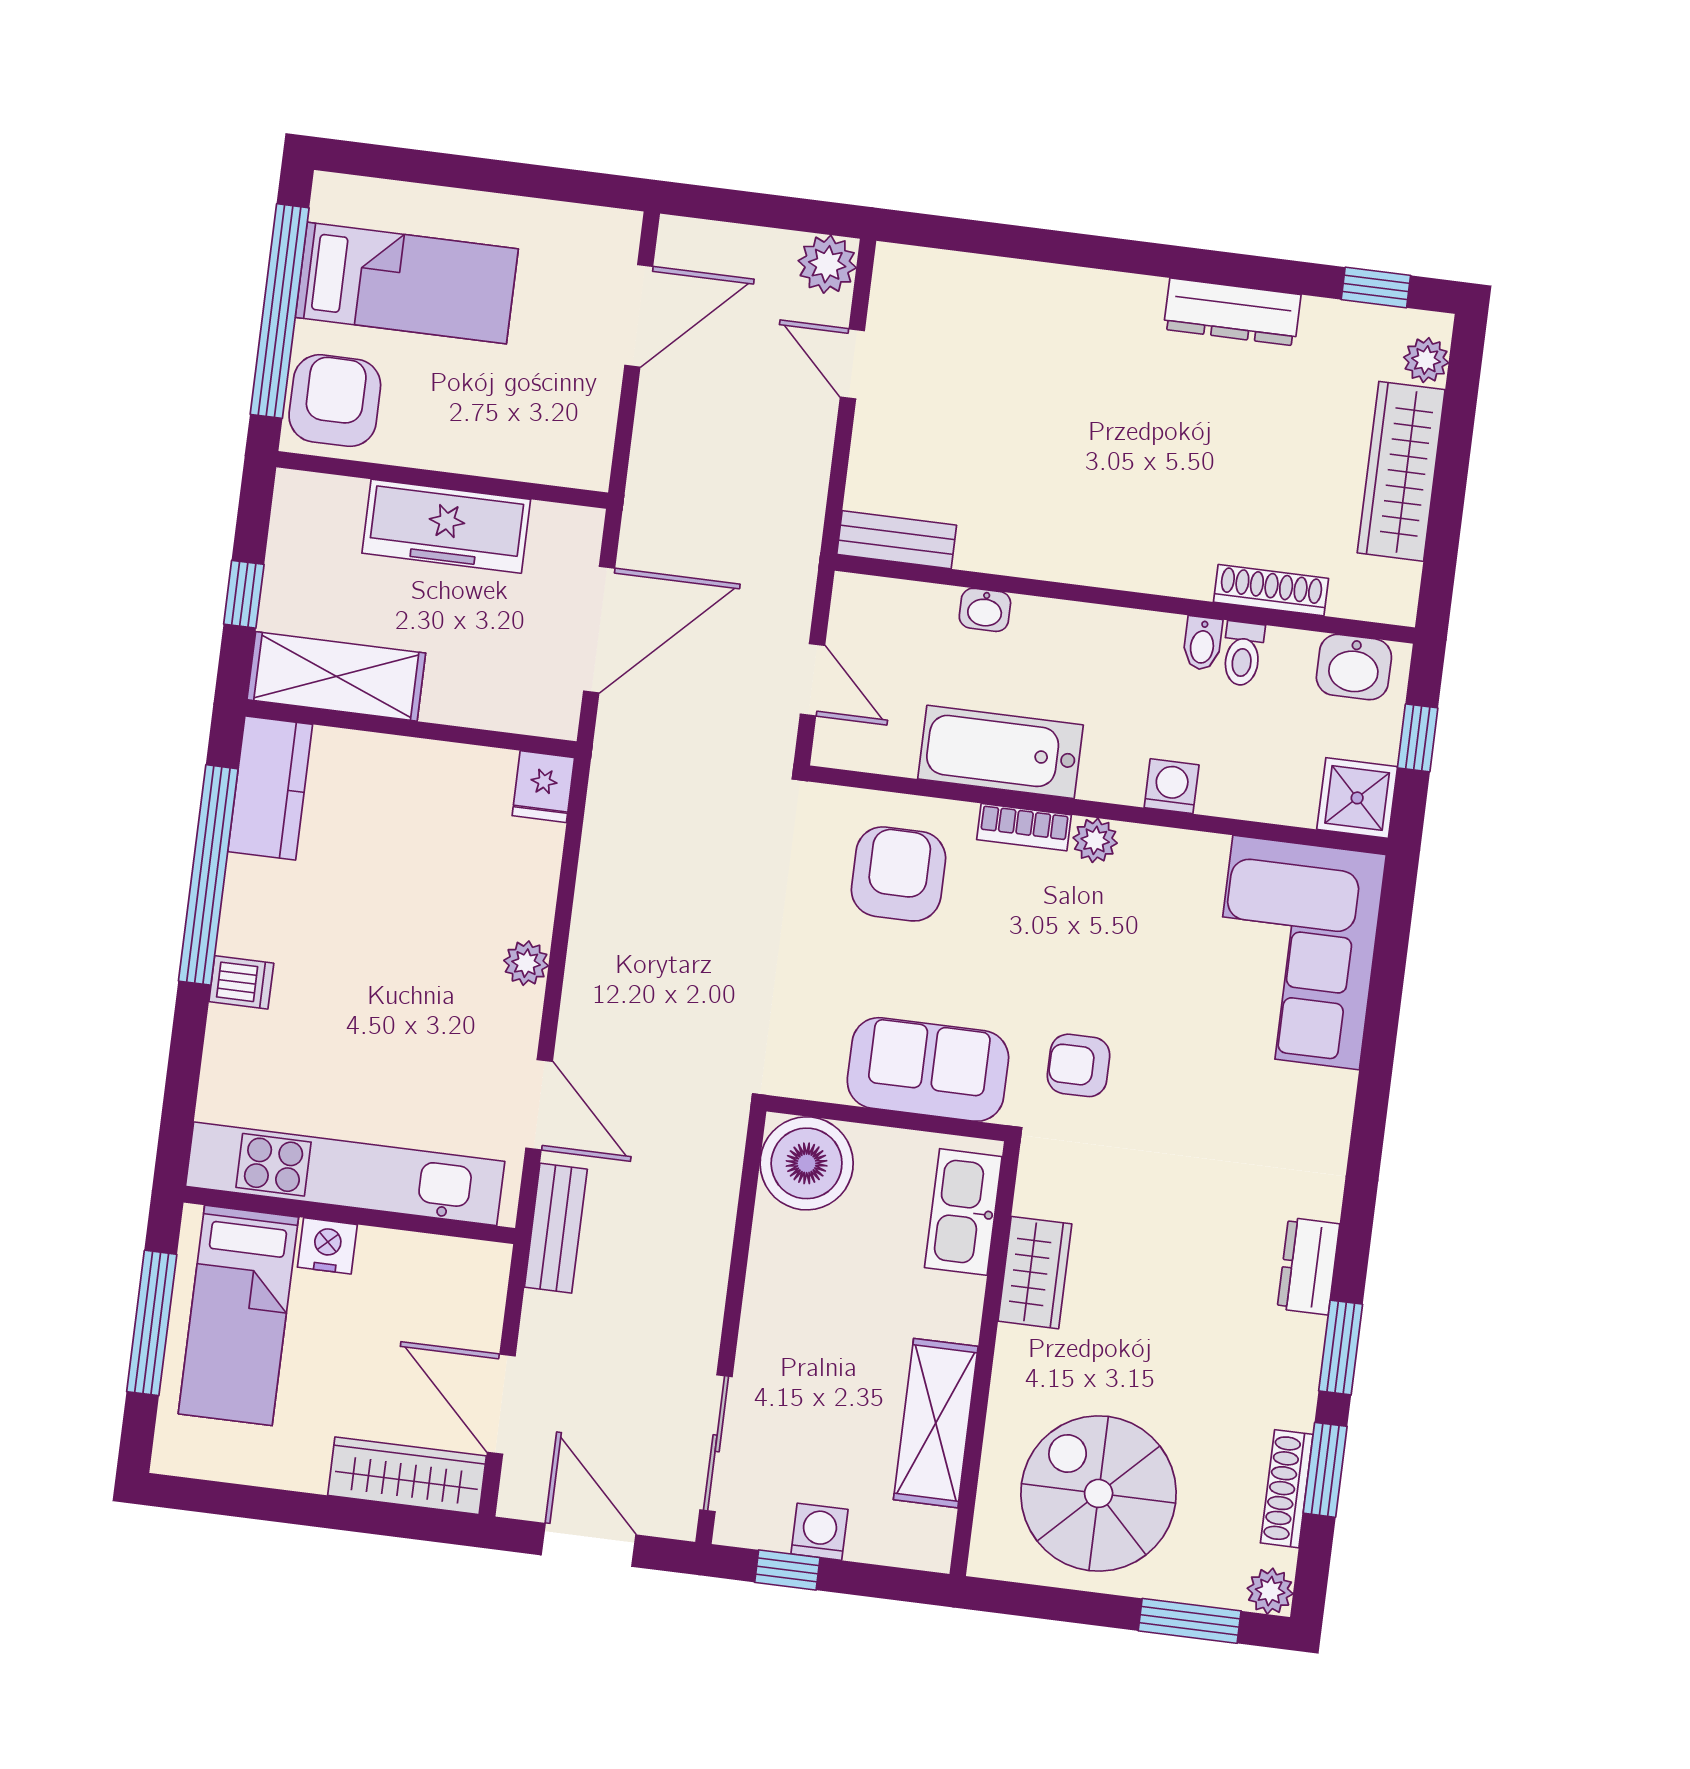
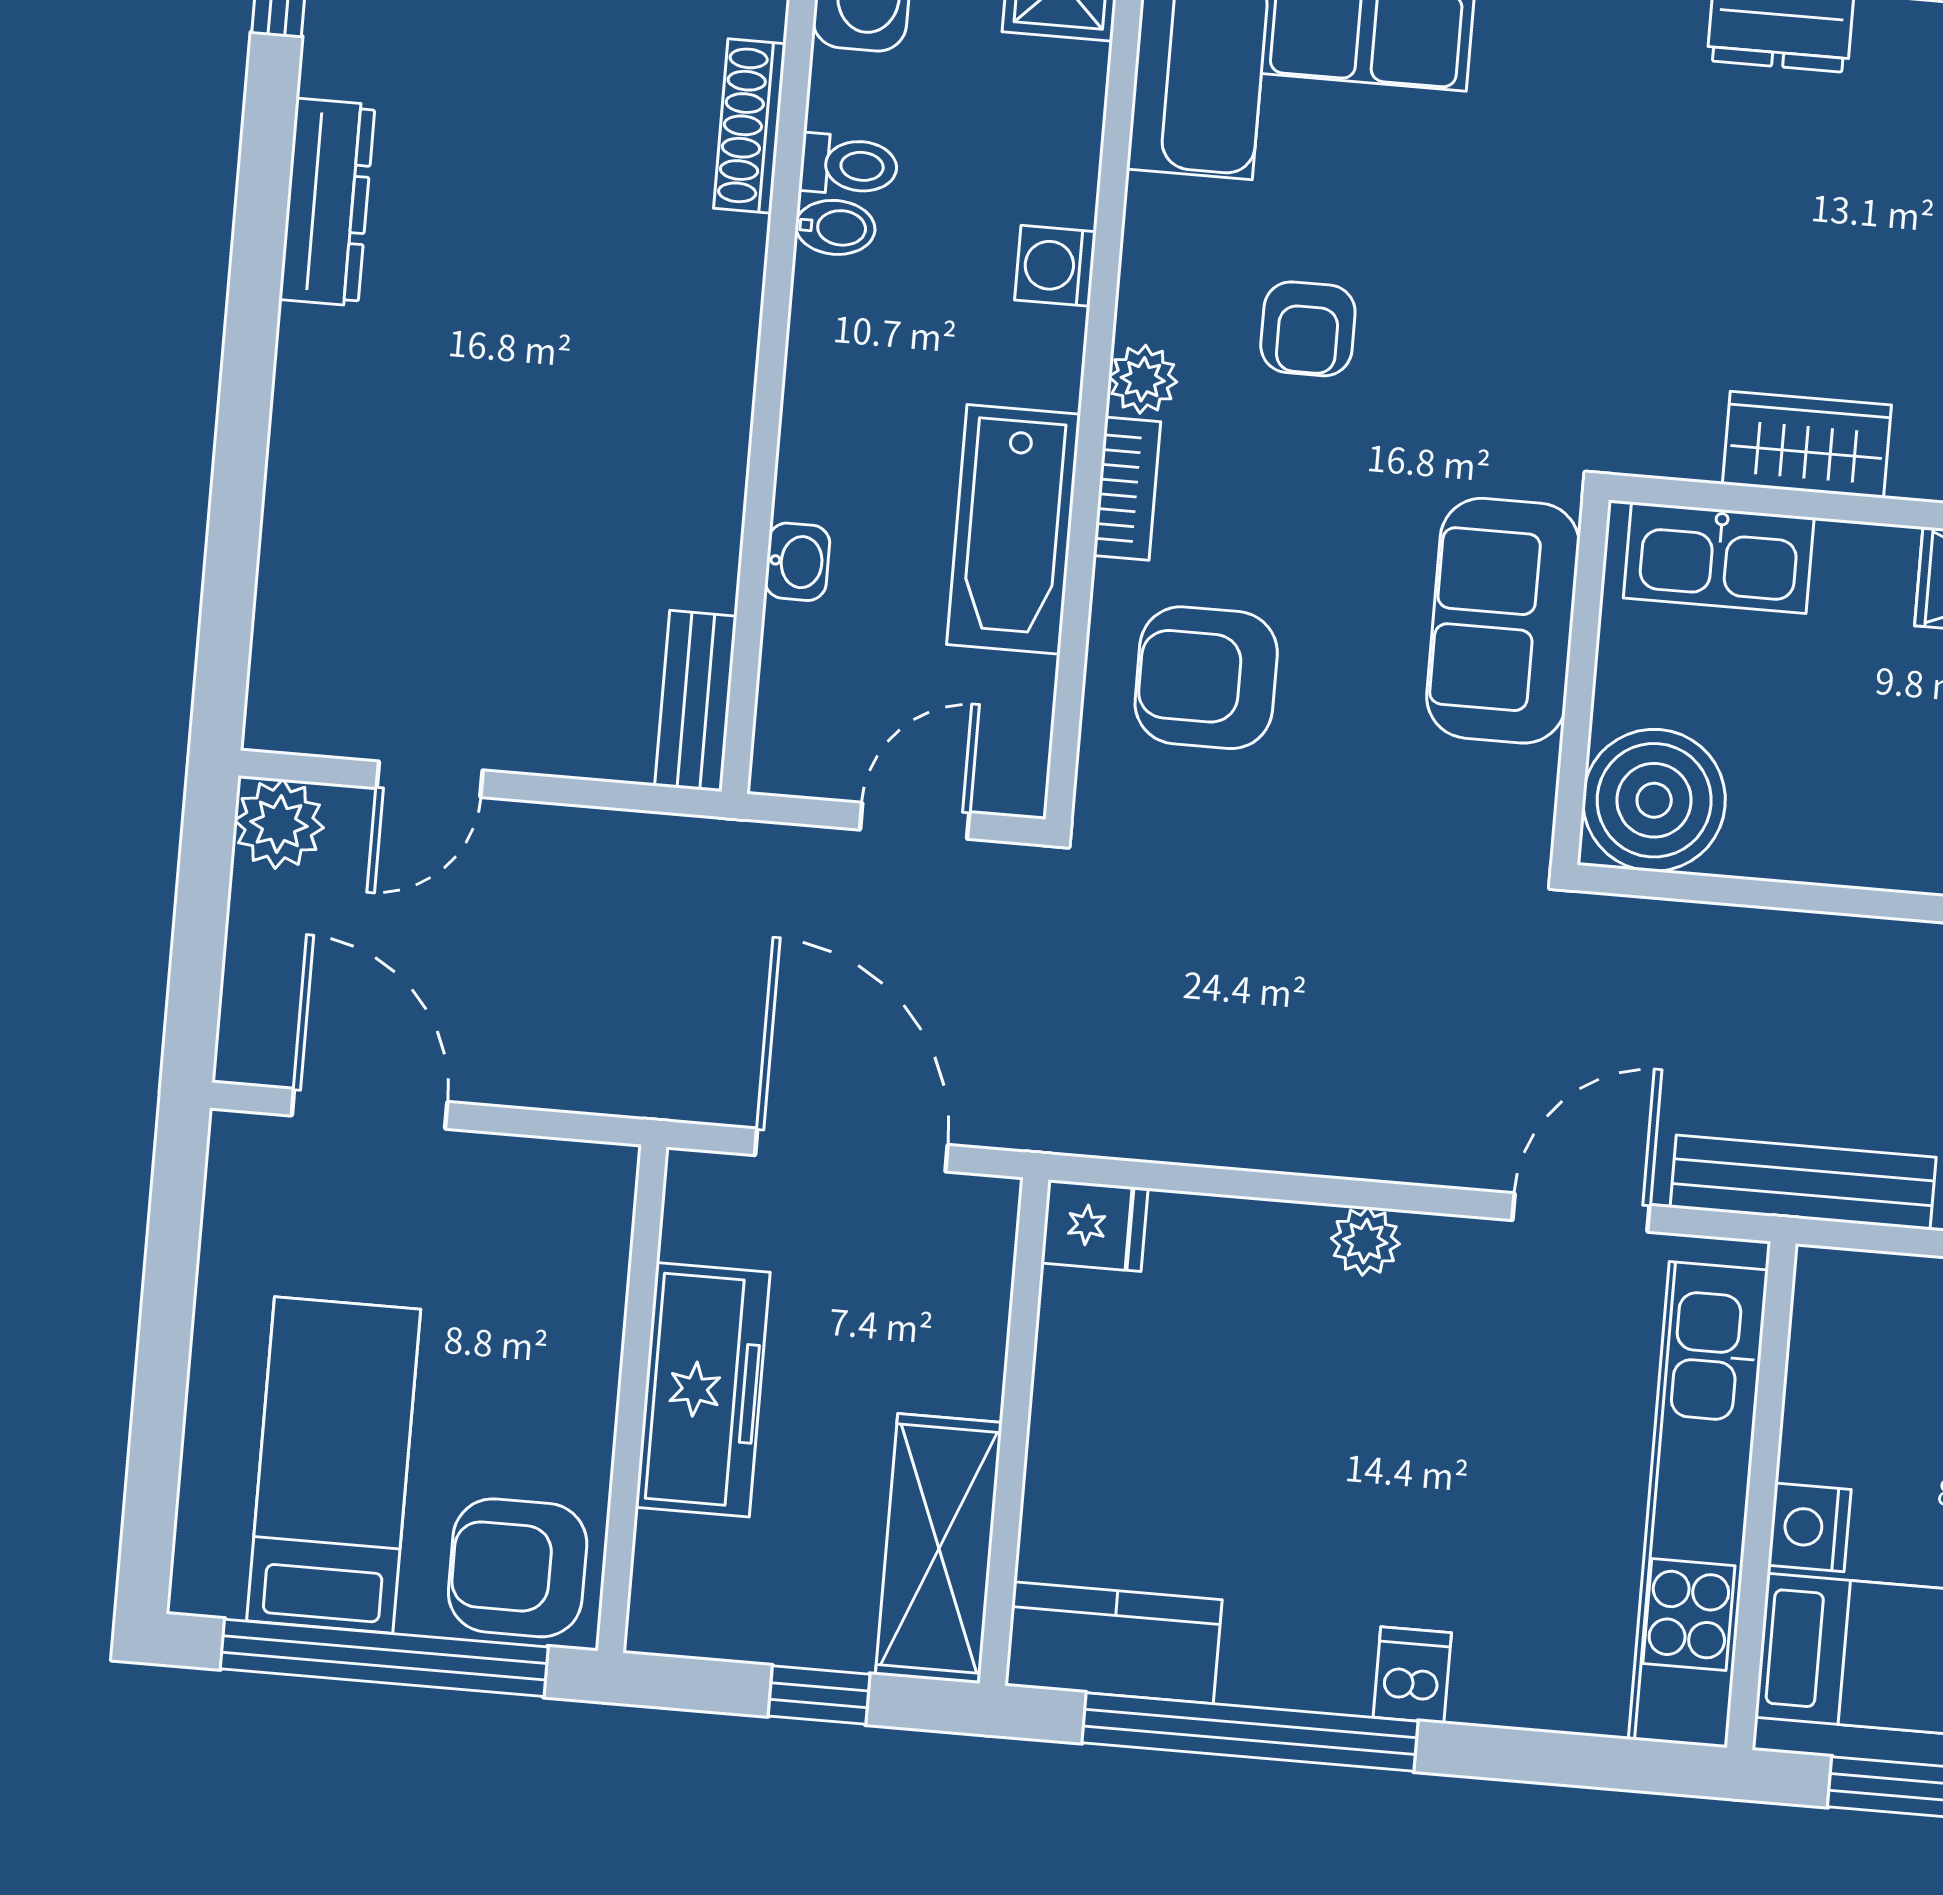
armchair: (1079, 1065) -> (1308, 329), moved
bench: (556, 1228) -> (1803, 1182), width x1.36

